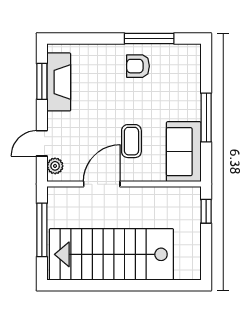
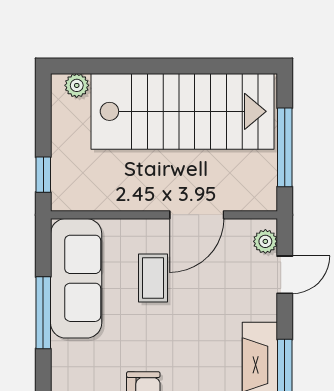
sofa: (184, 152) -> (76, 278), width x1.36
plant: (183, 272) -> (77, 85), added

